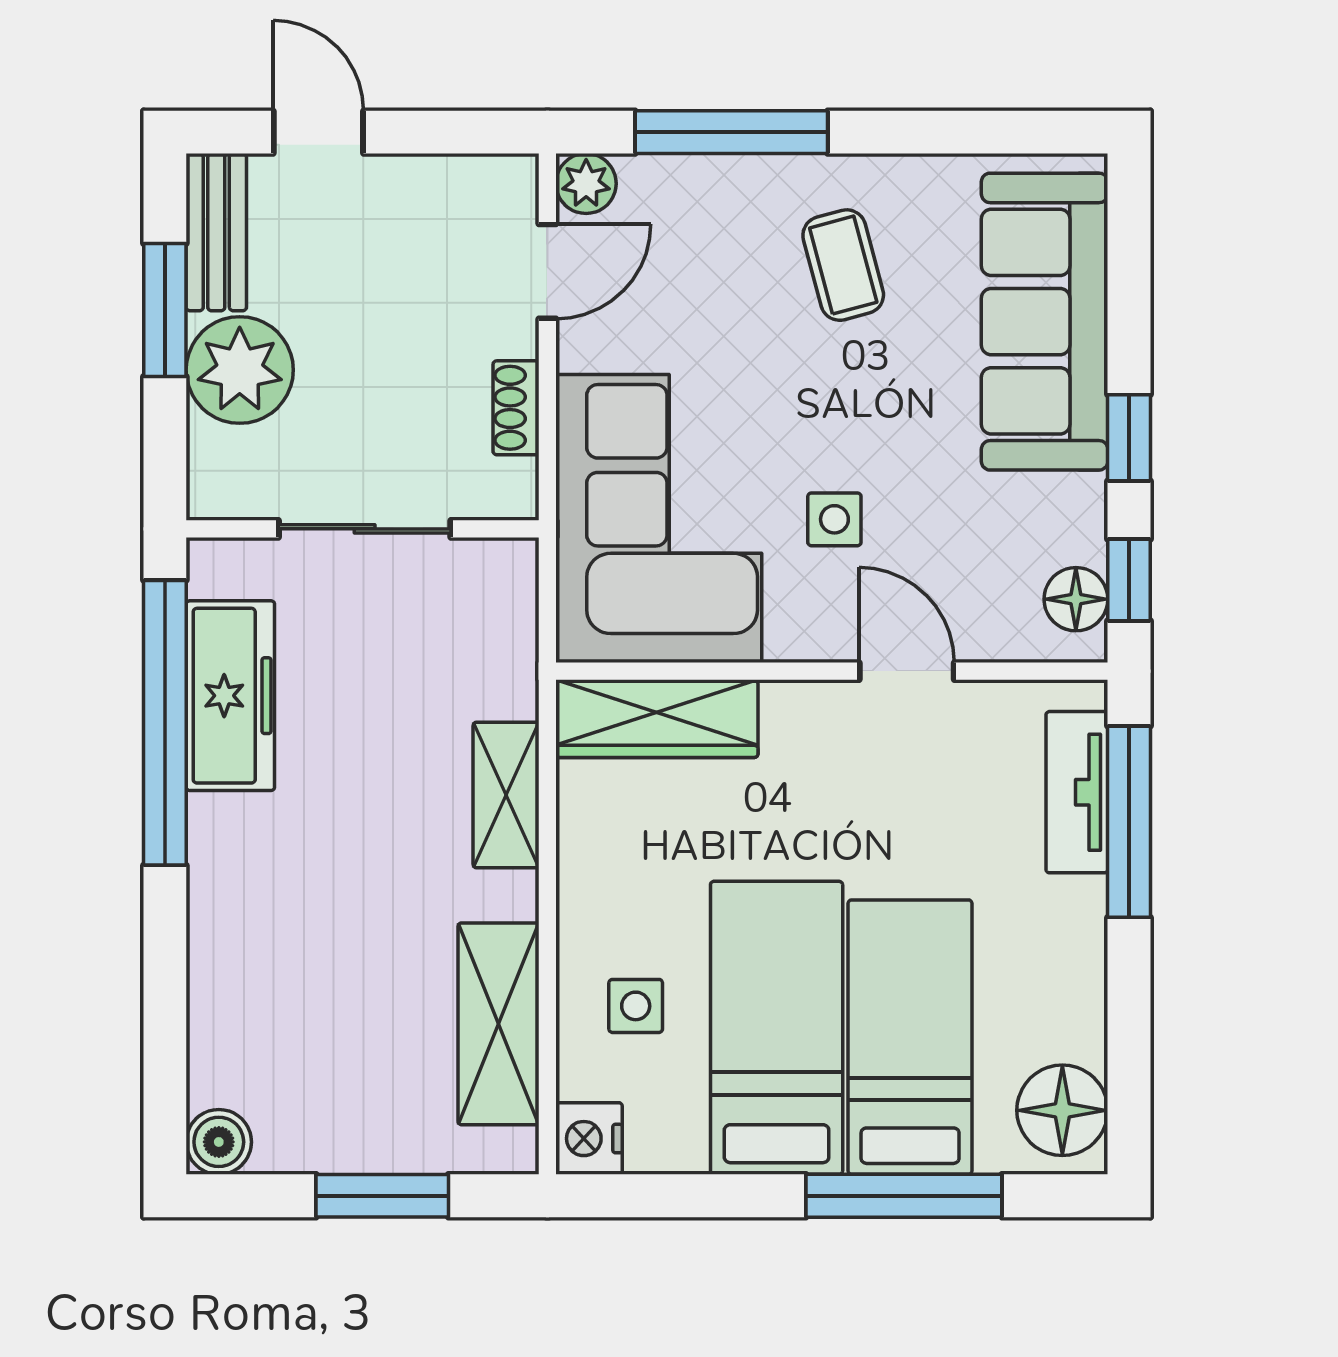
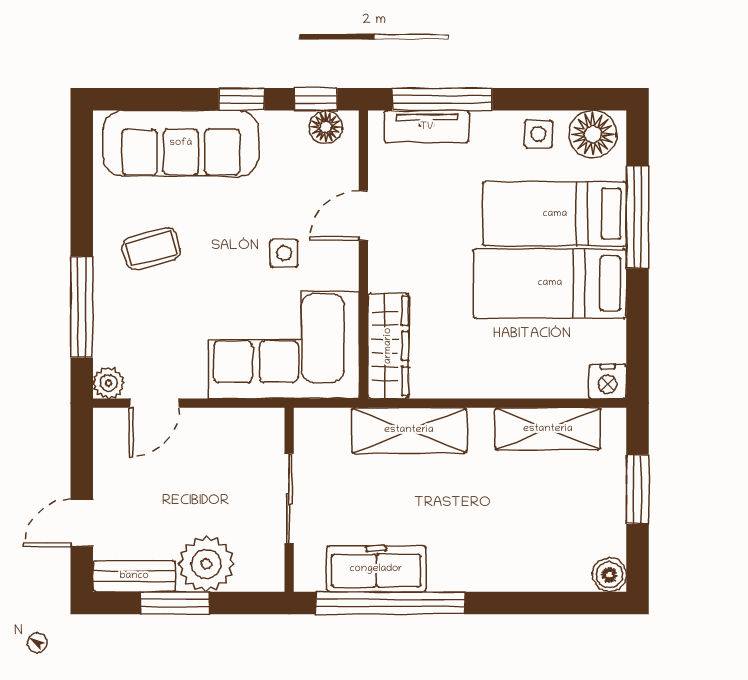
door: (547, 271) -> (155, 403), swing flipped
shoe rack: (516, 408) -> (226, 420), removed
shelving: (506, 795) -> (409, 430), width x1.50, depth x1.33
side table: (636, 1006) -> (538, 134), moved

